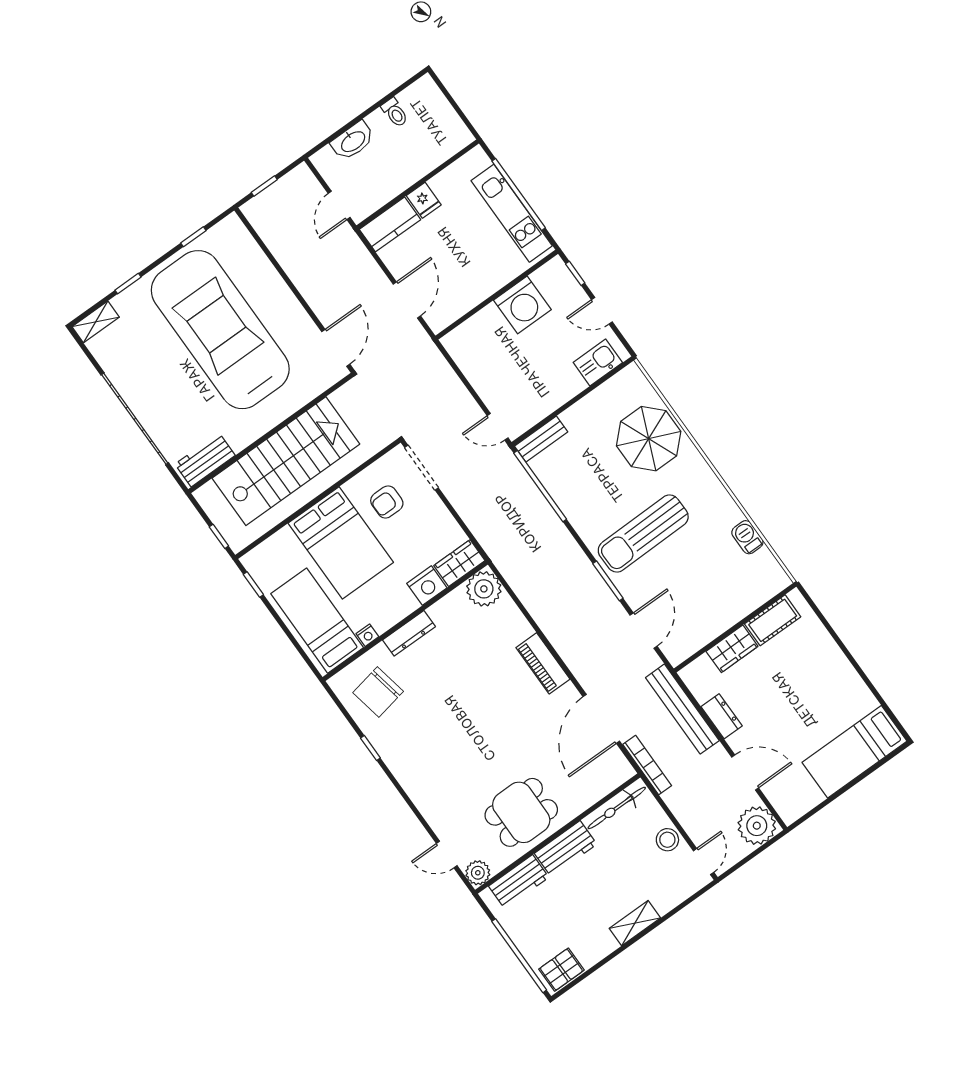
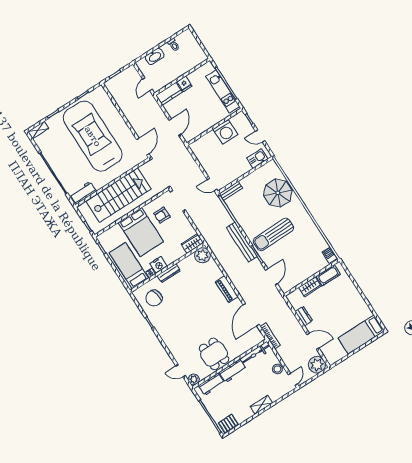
barbecue: (747, 537) -> (330, 255), moved
nightstand: (427, 586) -> (159, 265), moved
bench: (682, 709) -> (242, 242), moved
dining table: (521, 812) -> (214, 354), turned 90

